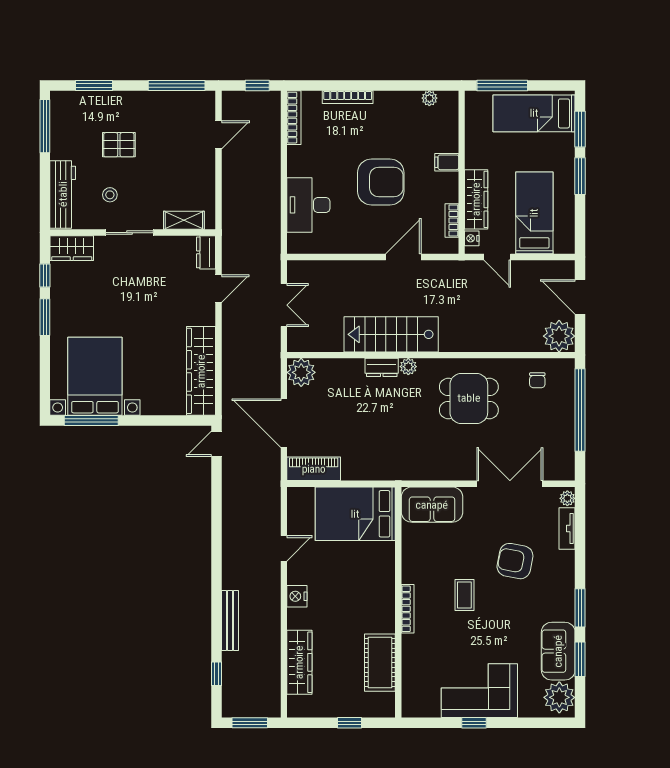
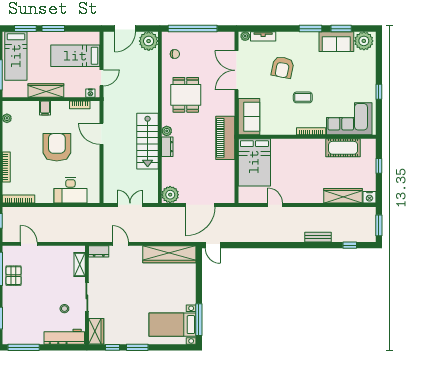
pallet: (119, 145) -> (14, 276), moved
wardrobe: (476, 199) -> (46, 90), moved
bed with nightstands: (95, 376) -> (172, 325), width x0.73
piano: (314, 469) -> (225, 138), moved, width x1.37, depth x1.33
nightstand: (297, 596) -> (369, 197), moved
bench: (230, 620) -> (318, 237), width x0.73
corner sofa: (479, 691) -> (349, 119), moved, turned 90

